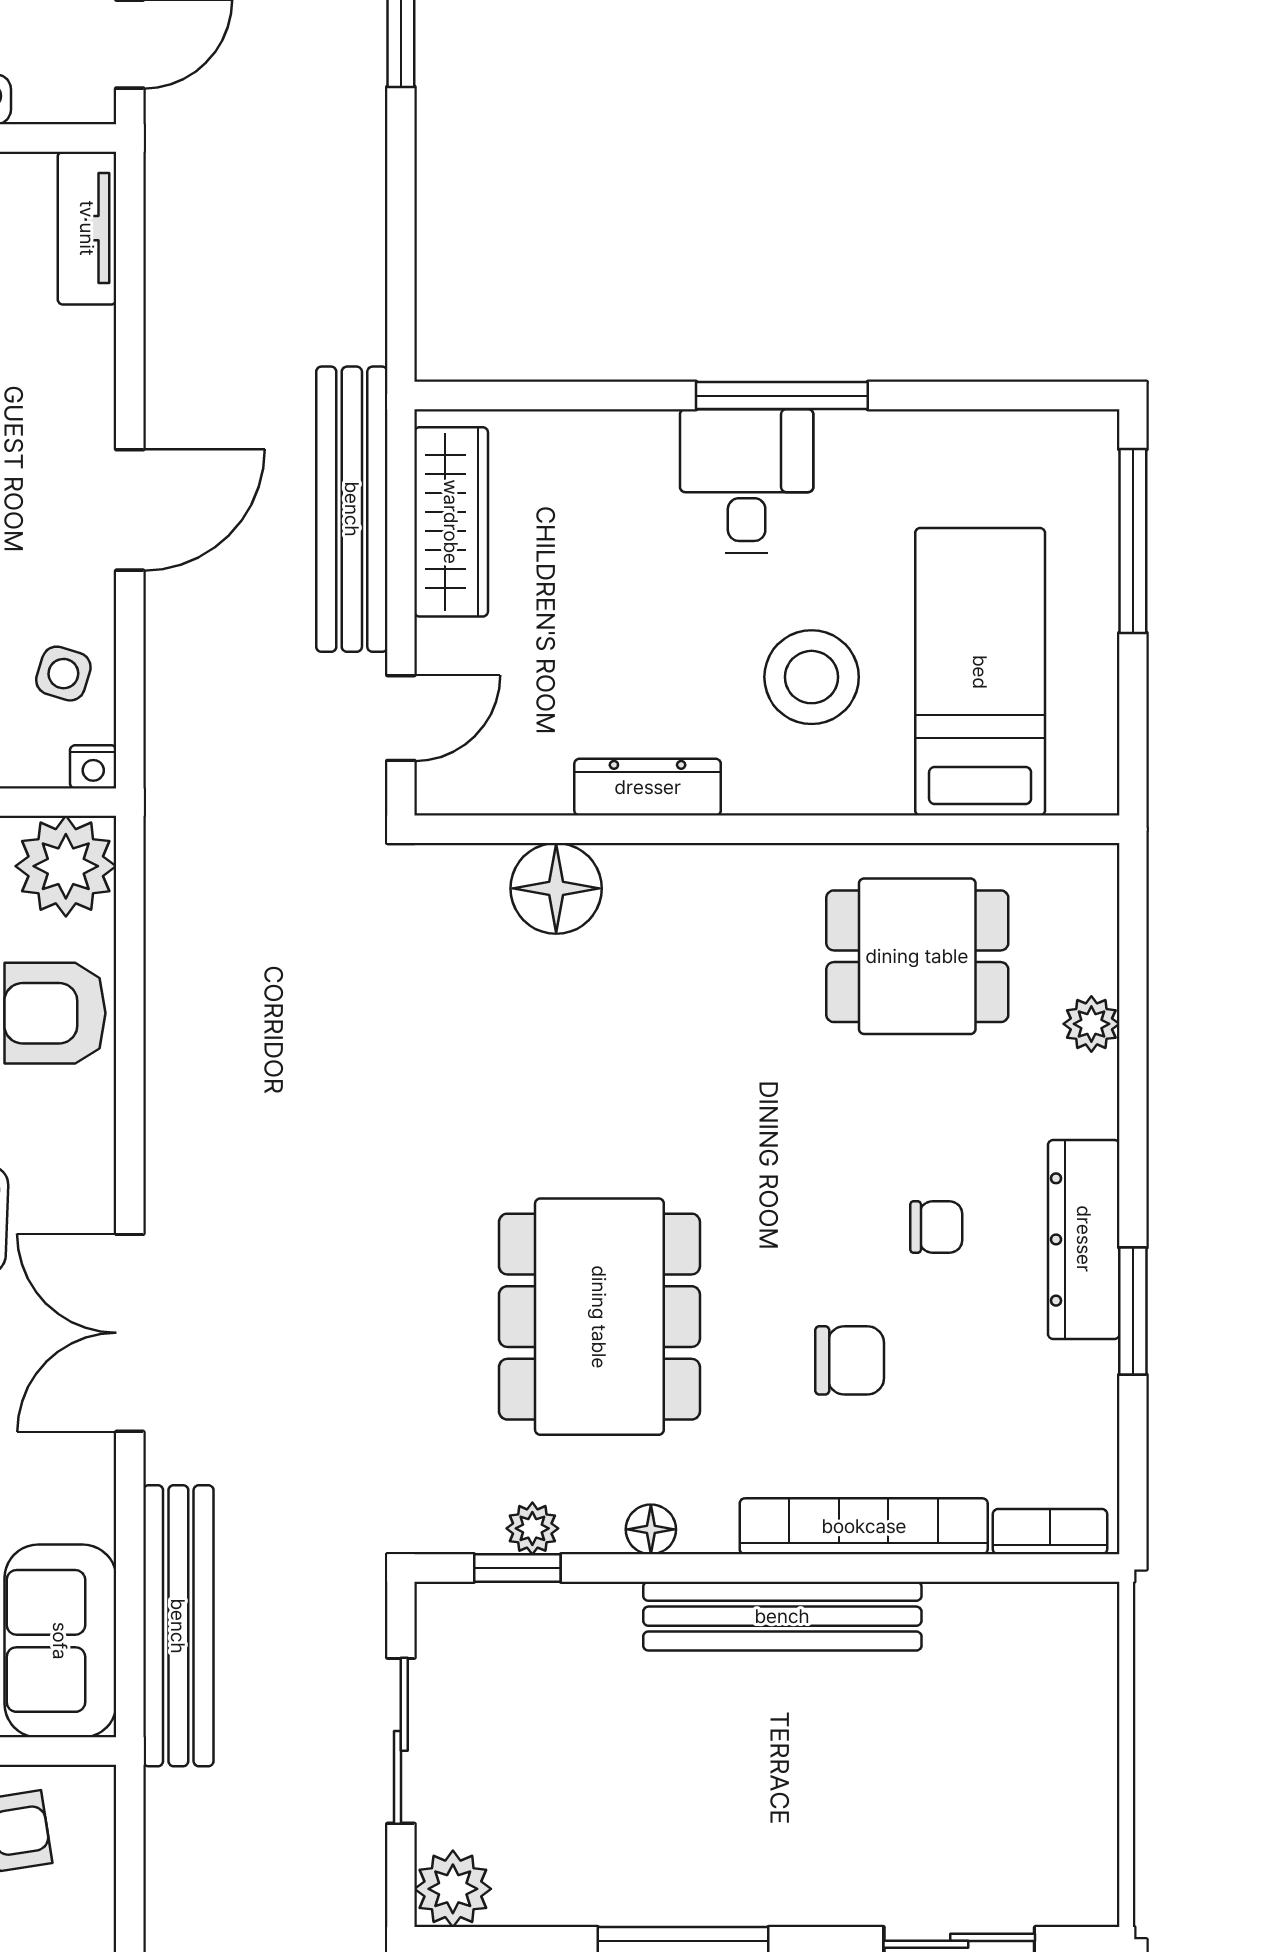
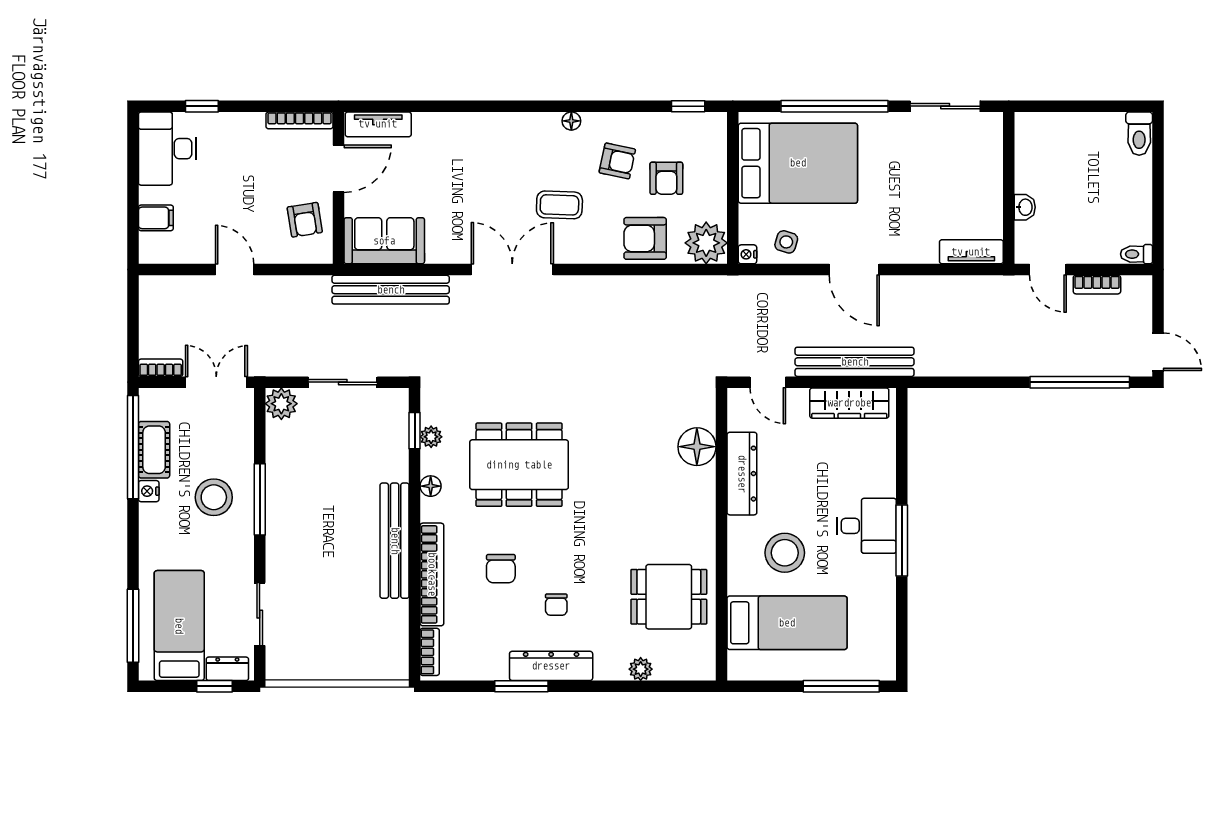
dresser: (648, 787) -> (742, 474), width x1.37, depth x1.24
dining table: (917, 956) -> (669, 597), turned 90
armchair: (55, 1013) -> (645, 238), turned -90

